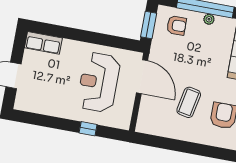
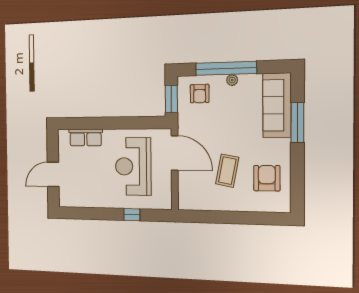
armchair: (176, 25) -> (200, 94), turned 91
row of seats: (43, 43) -> (86, 138), moved

